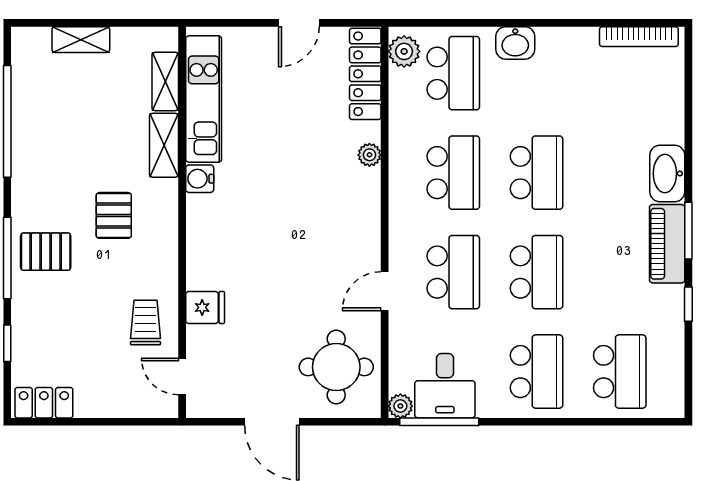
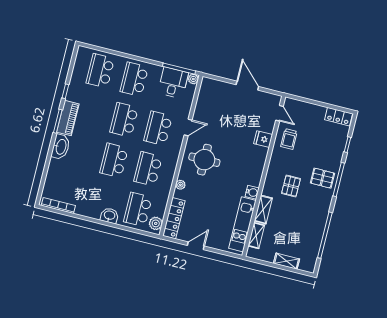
round table: (336, 367) -> (204, 160), moved

